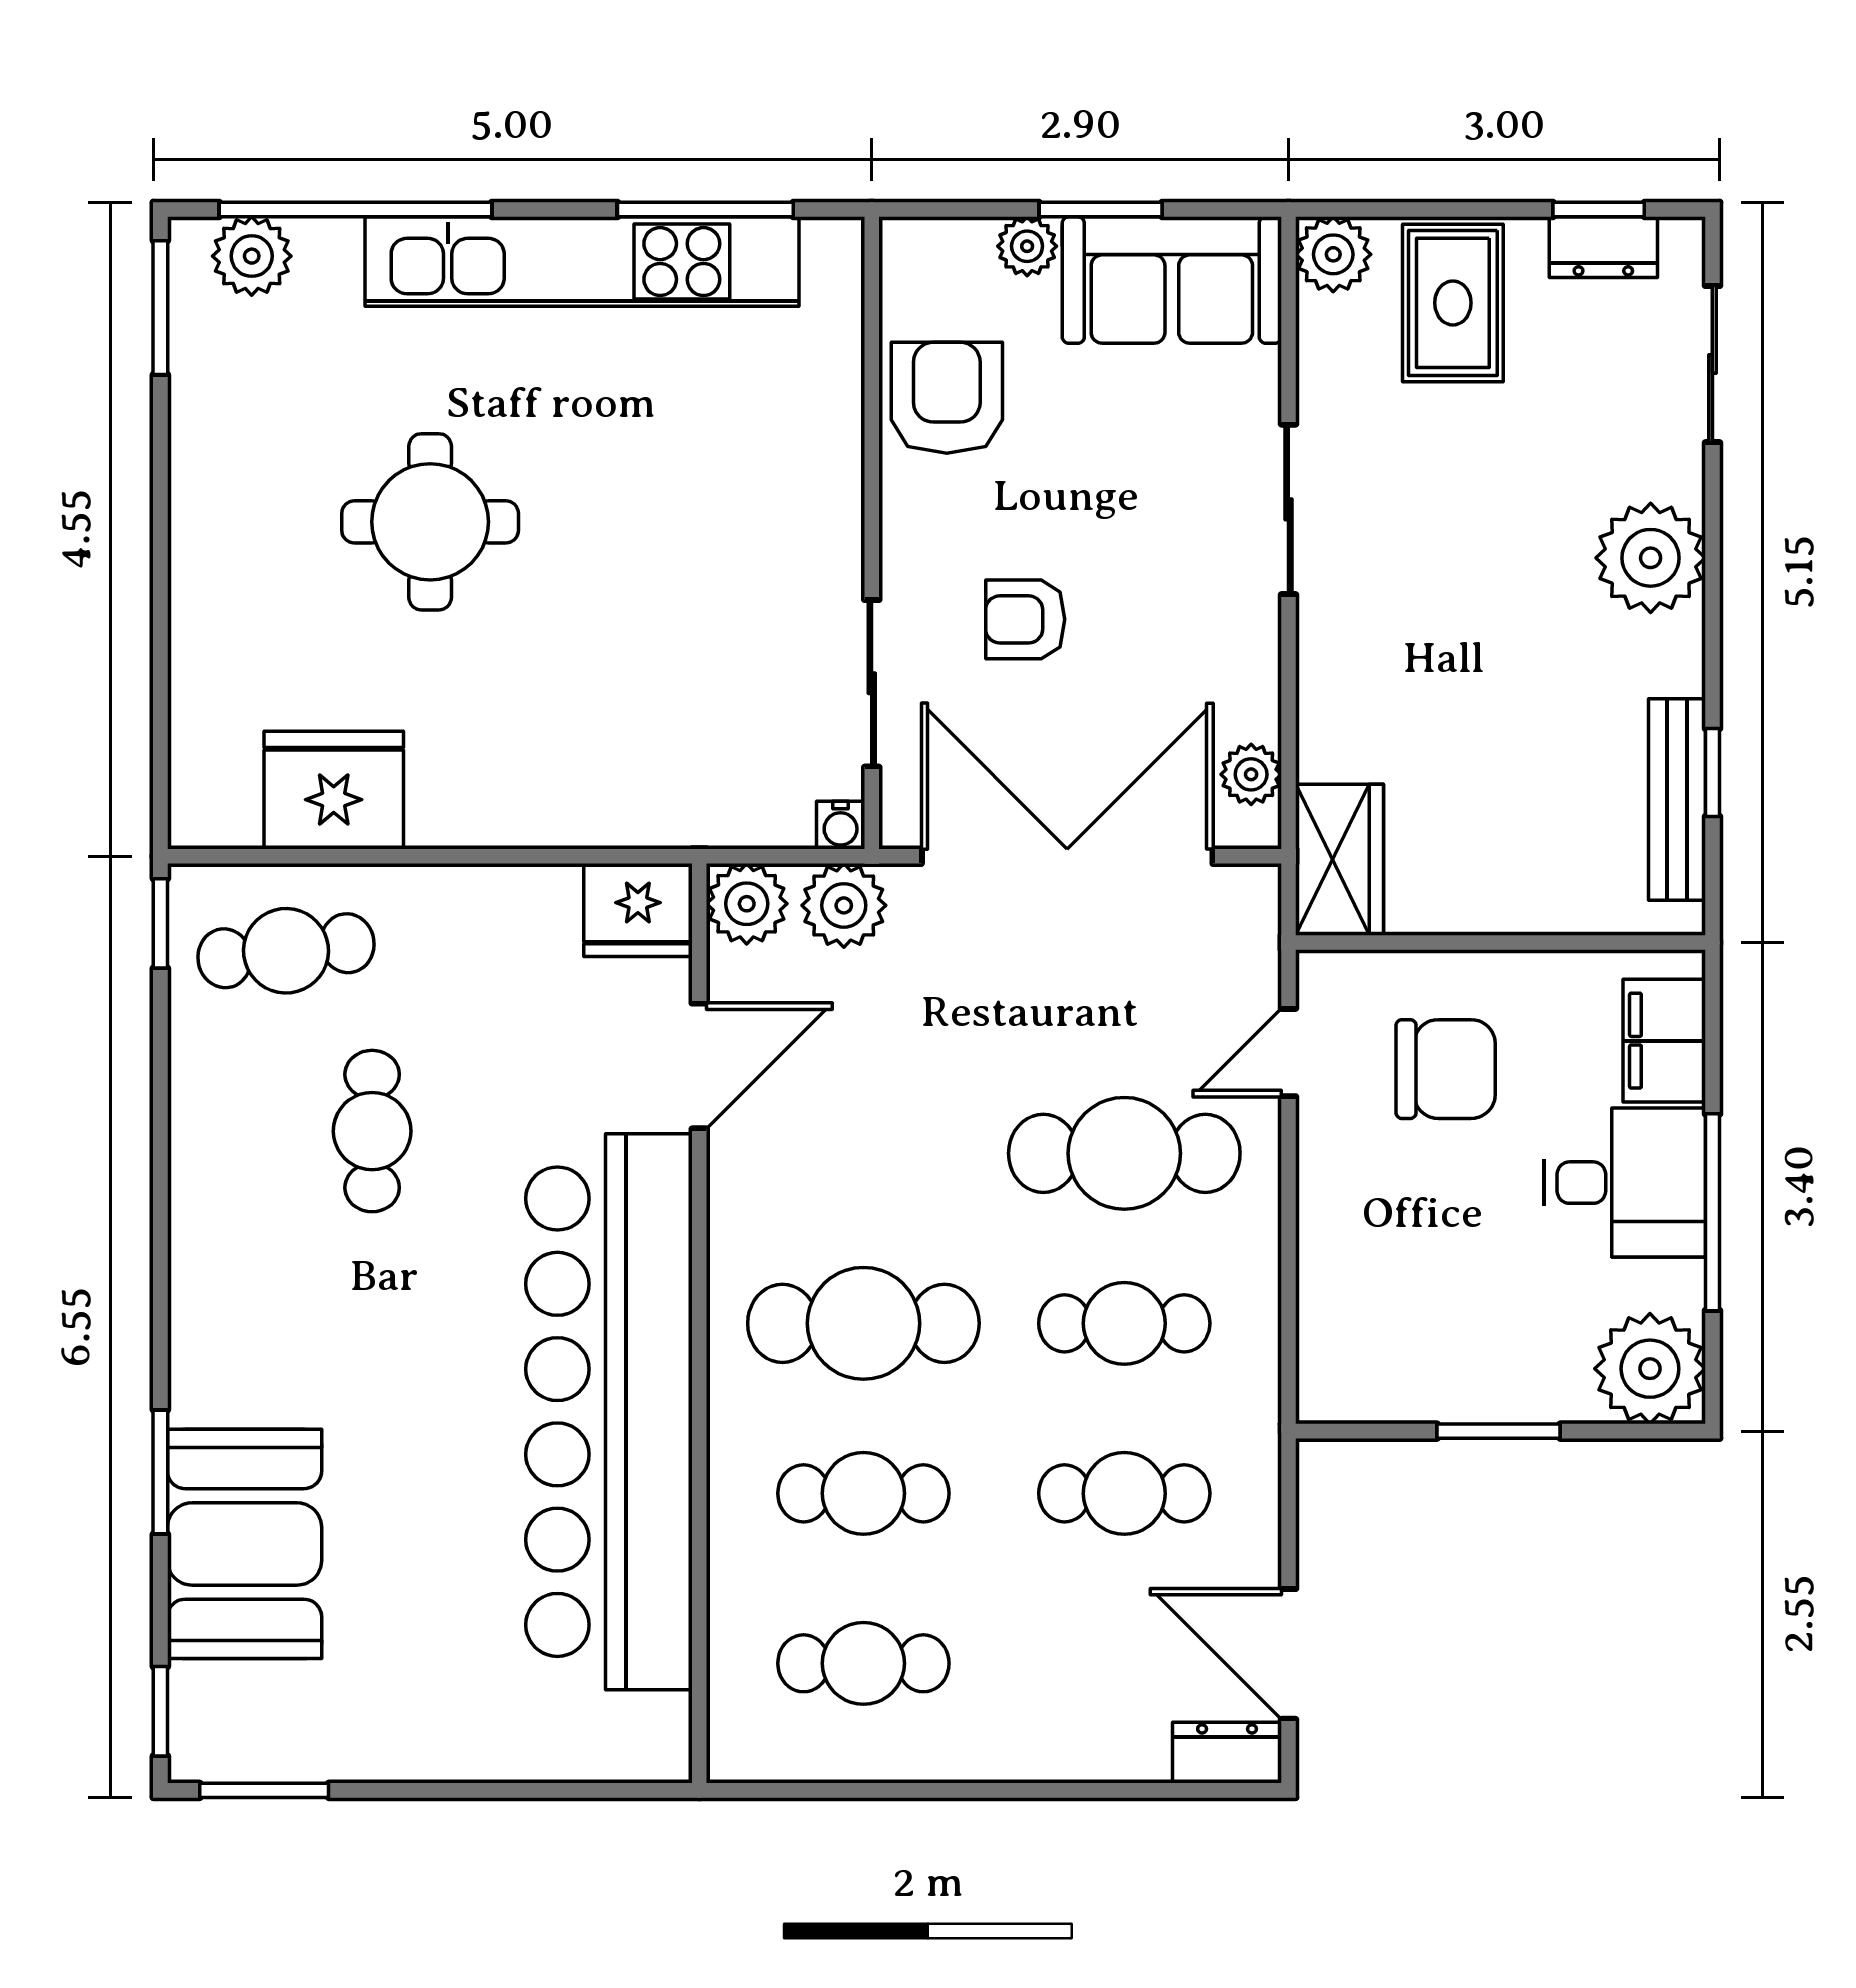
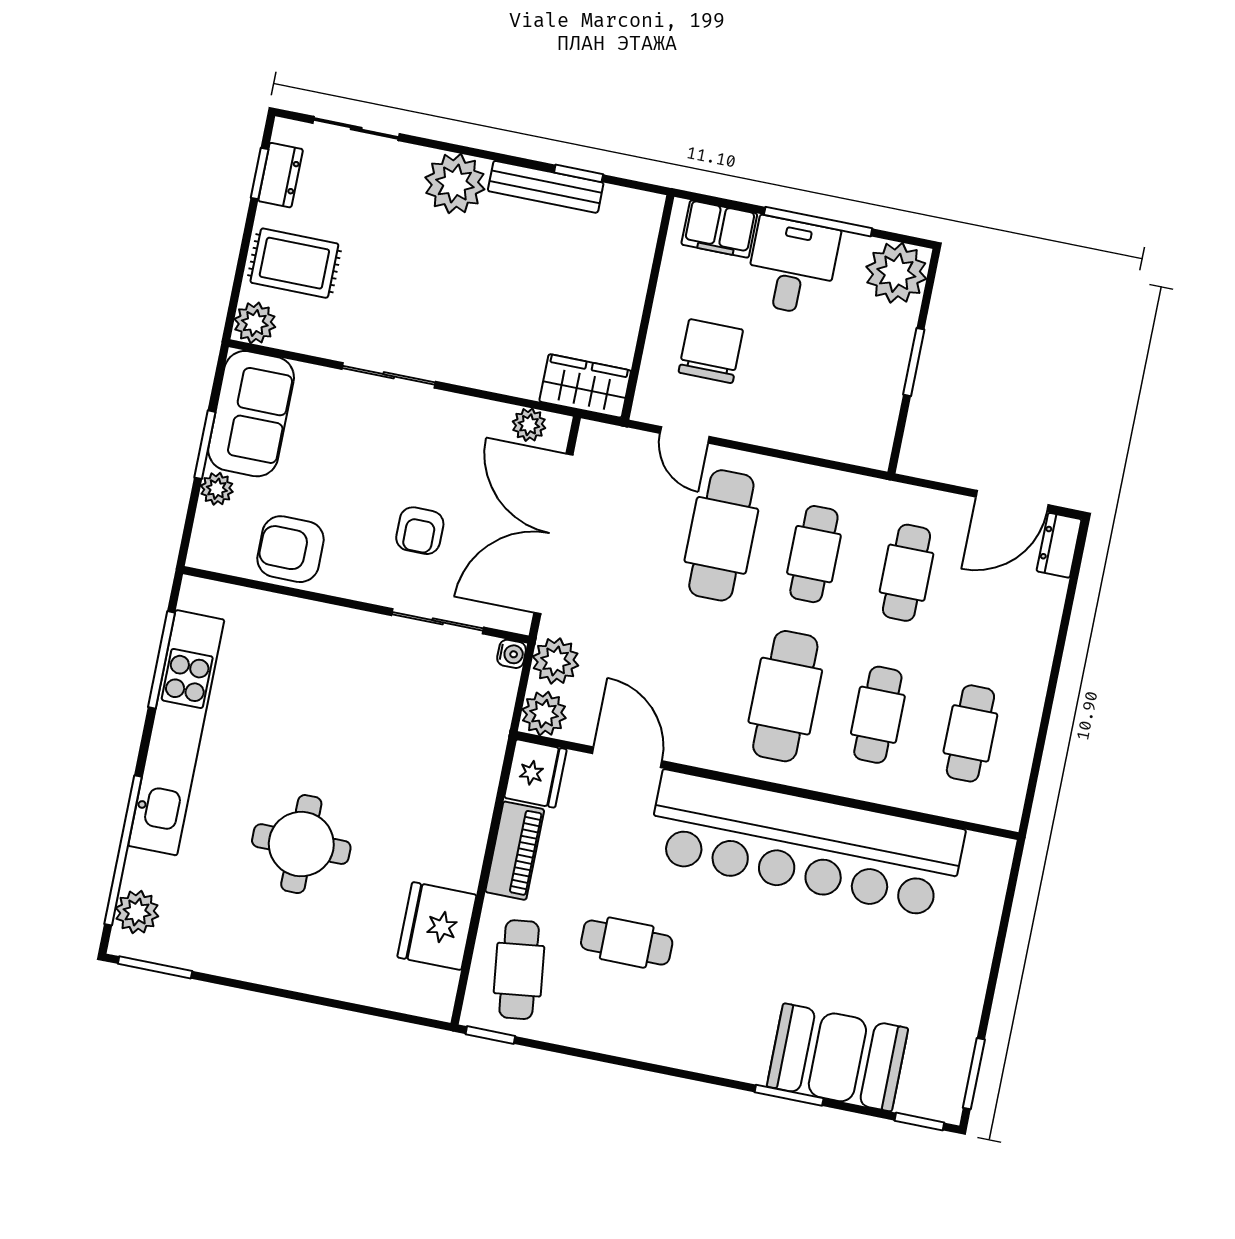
bench: (1677, 799) -> (546, 187), moved
piano: (494, 901) -> (515, 851), added

